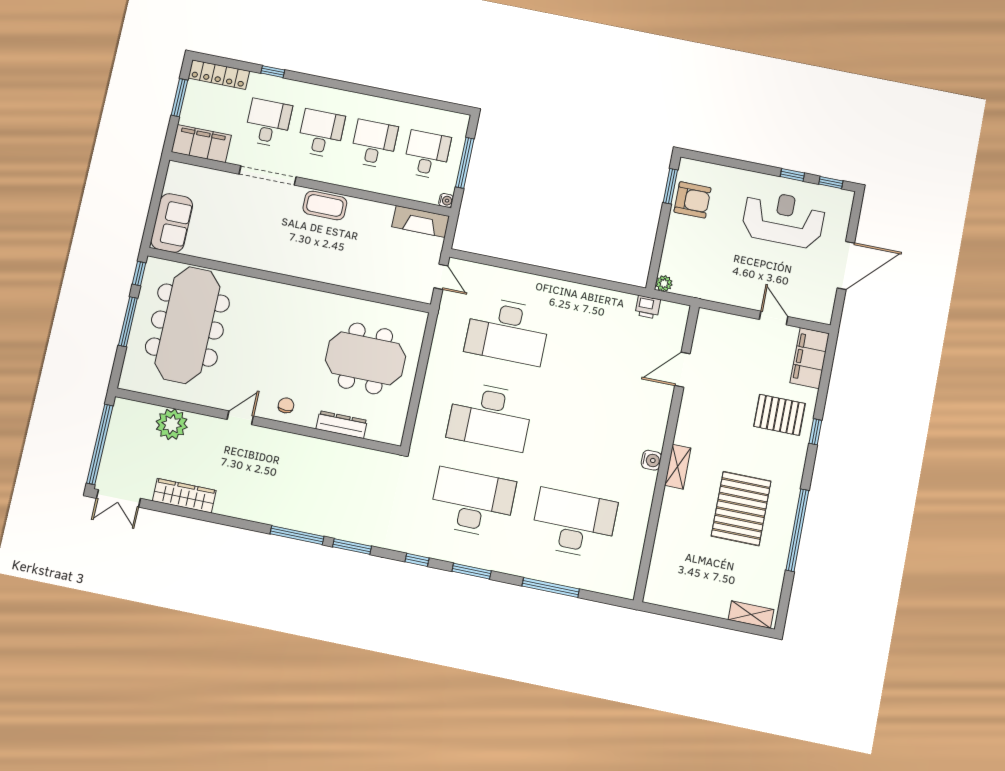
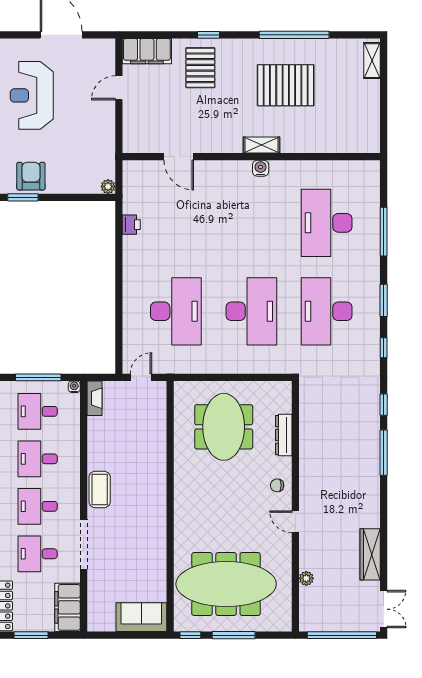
fireplace: (421, 221) -> (94, 398), width x0.73, depth x0.76
printer: (648, 307) -> (131, 225), moved
plant: (172, 424) -> (306, 578), width x0.53, depth x0.53
window: (352, 547) -> (384, 405), width x0.67

